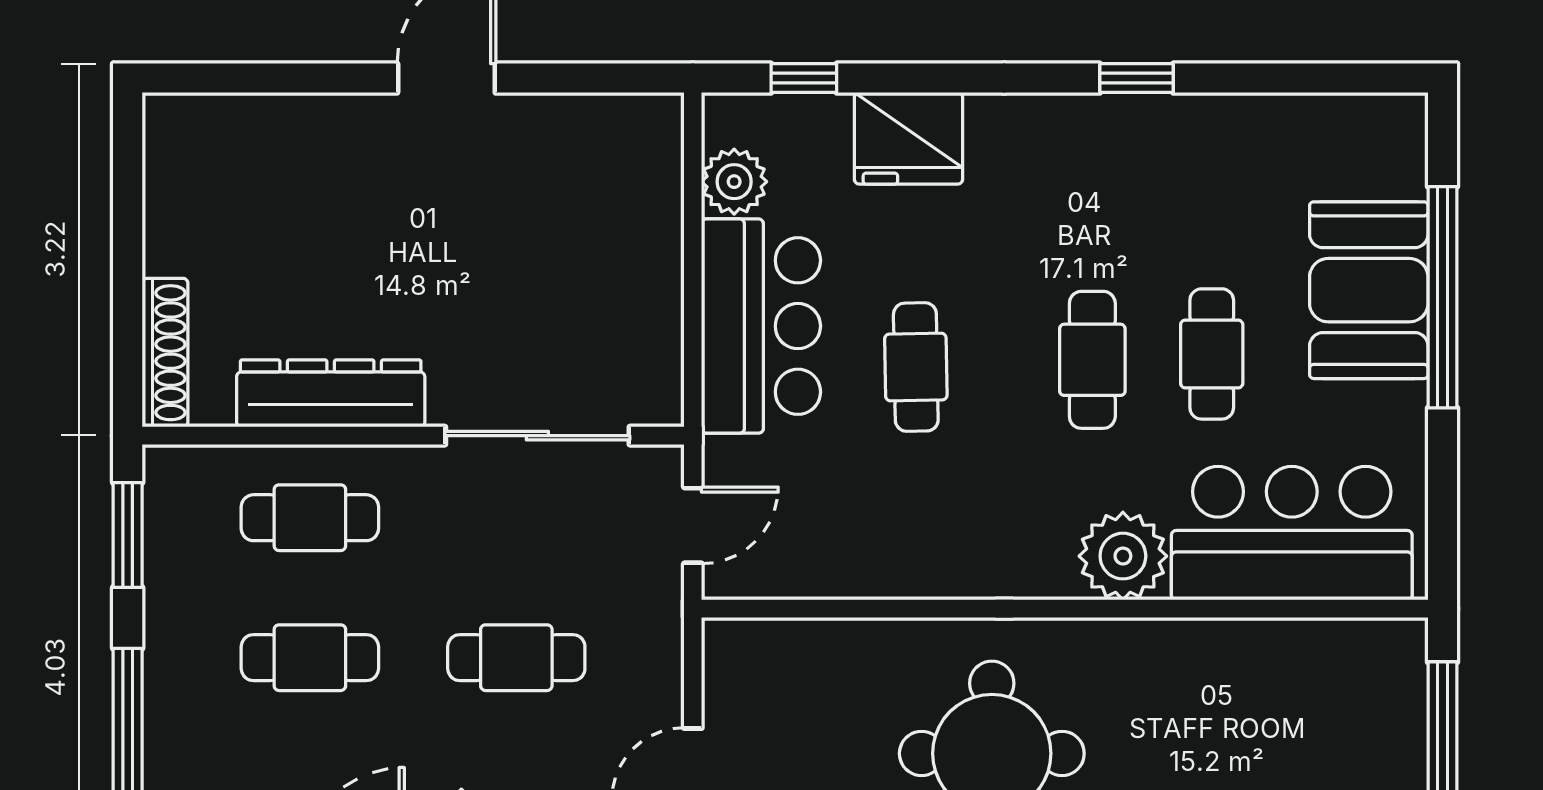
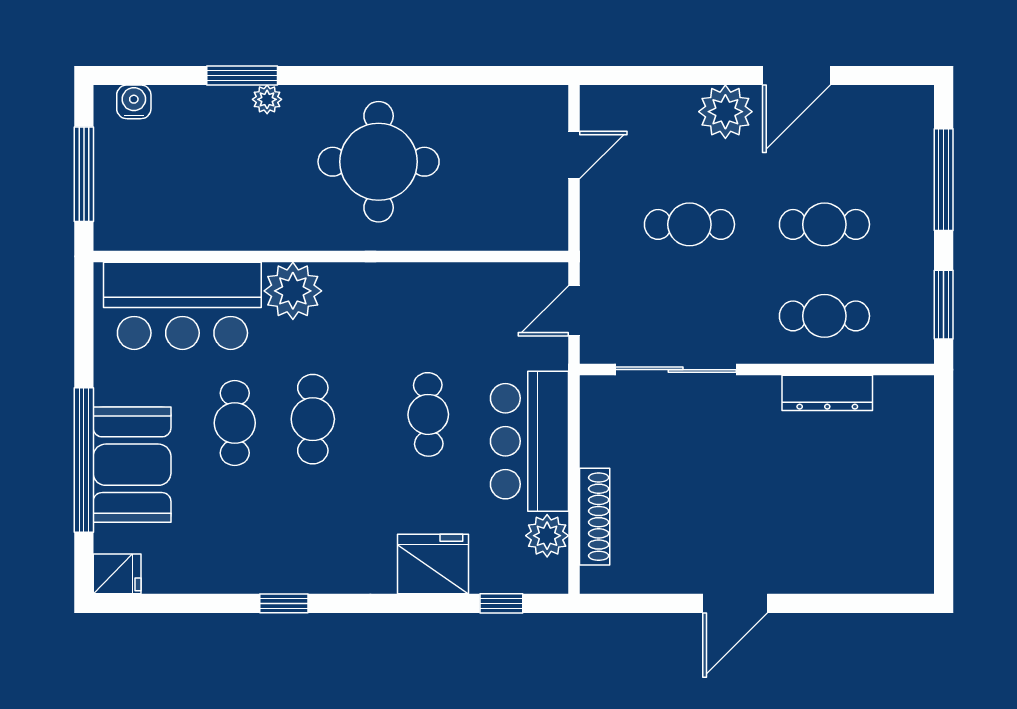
fridge: (1392, 123) -> (117, 574), added
shoe rack: (165, 353) -> (595, 517), moved, turned 180
dresser: (331, 393) -> (827, 393), width x0.73, depth x0.80

